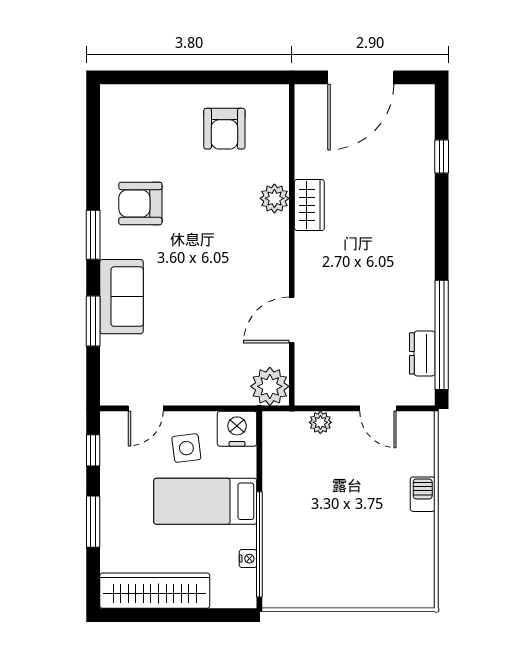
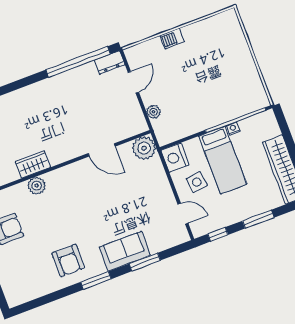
dresser: (422, 353) -> (110, 63), moved
nightstand: (248, 559) -> (233, 129), moved

